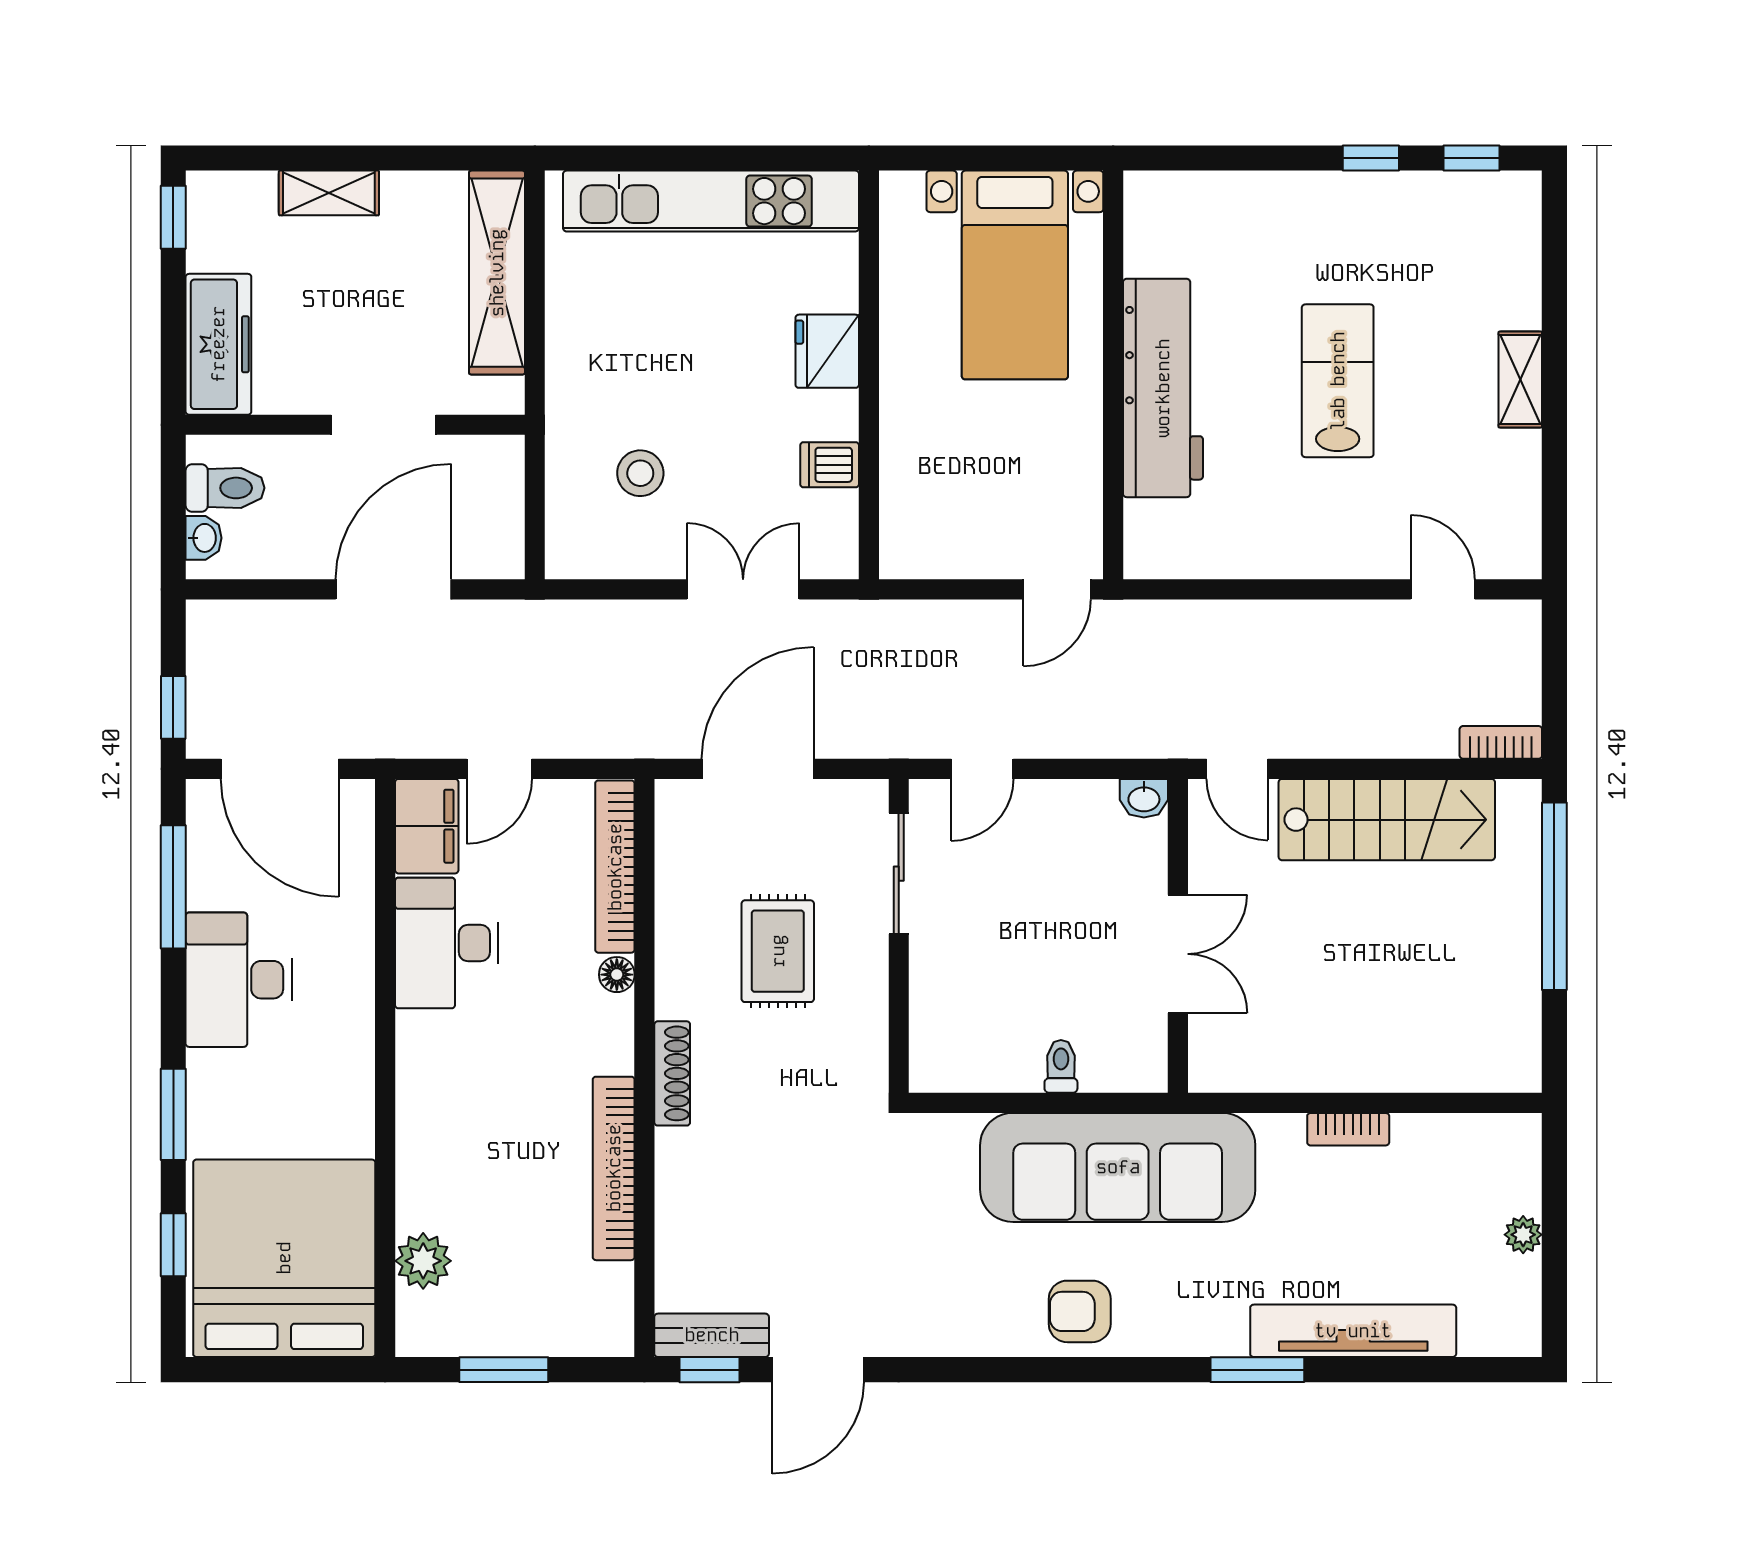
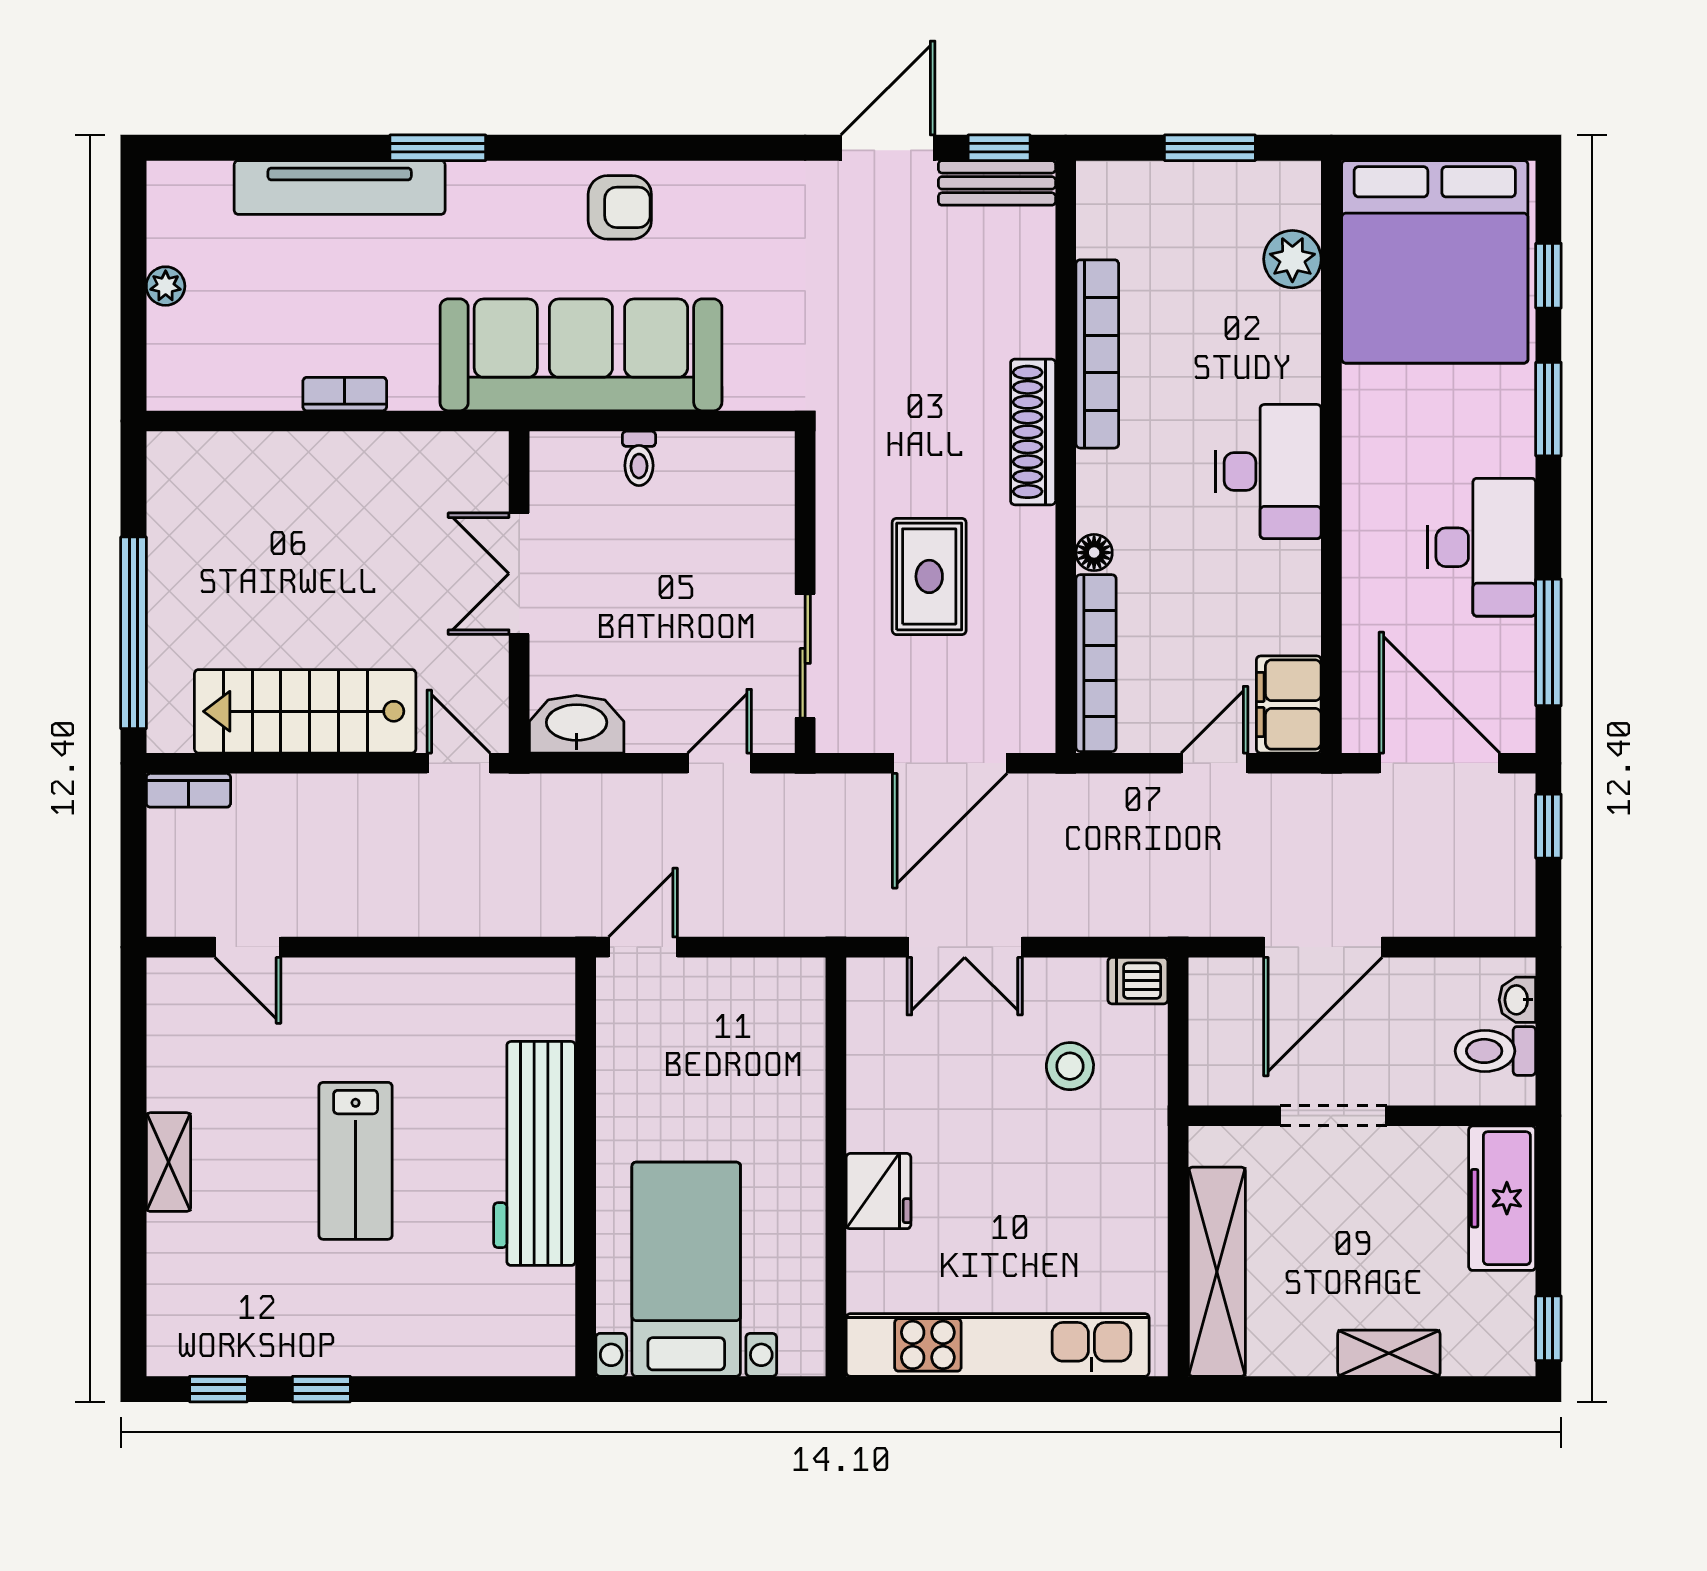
dishwasher: (830, 465) -> (1138, 981), moved, turned 180
washbasin: (1144, 798) -> (577, 724), width x1.91, depth x1.45
desk: (447, 943) -> (1268, 472), moved
shoe rack: (672, 1073) -> (1033, 432), width x1.36, depth x1.24

